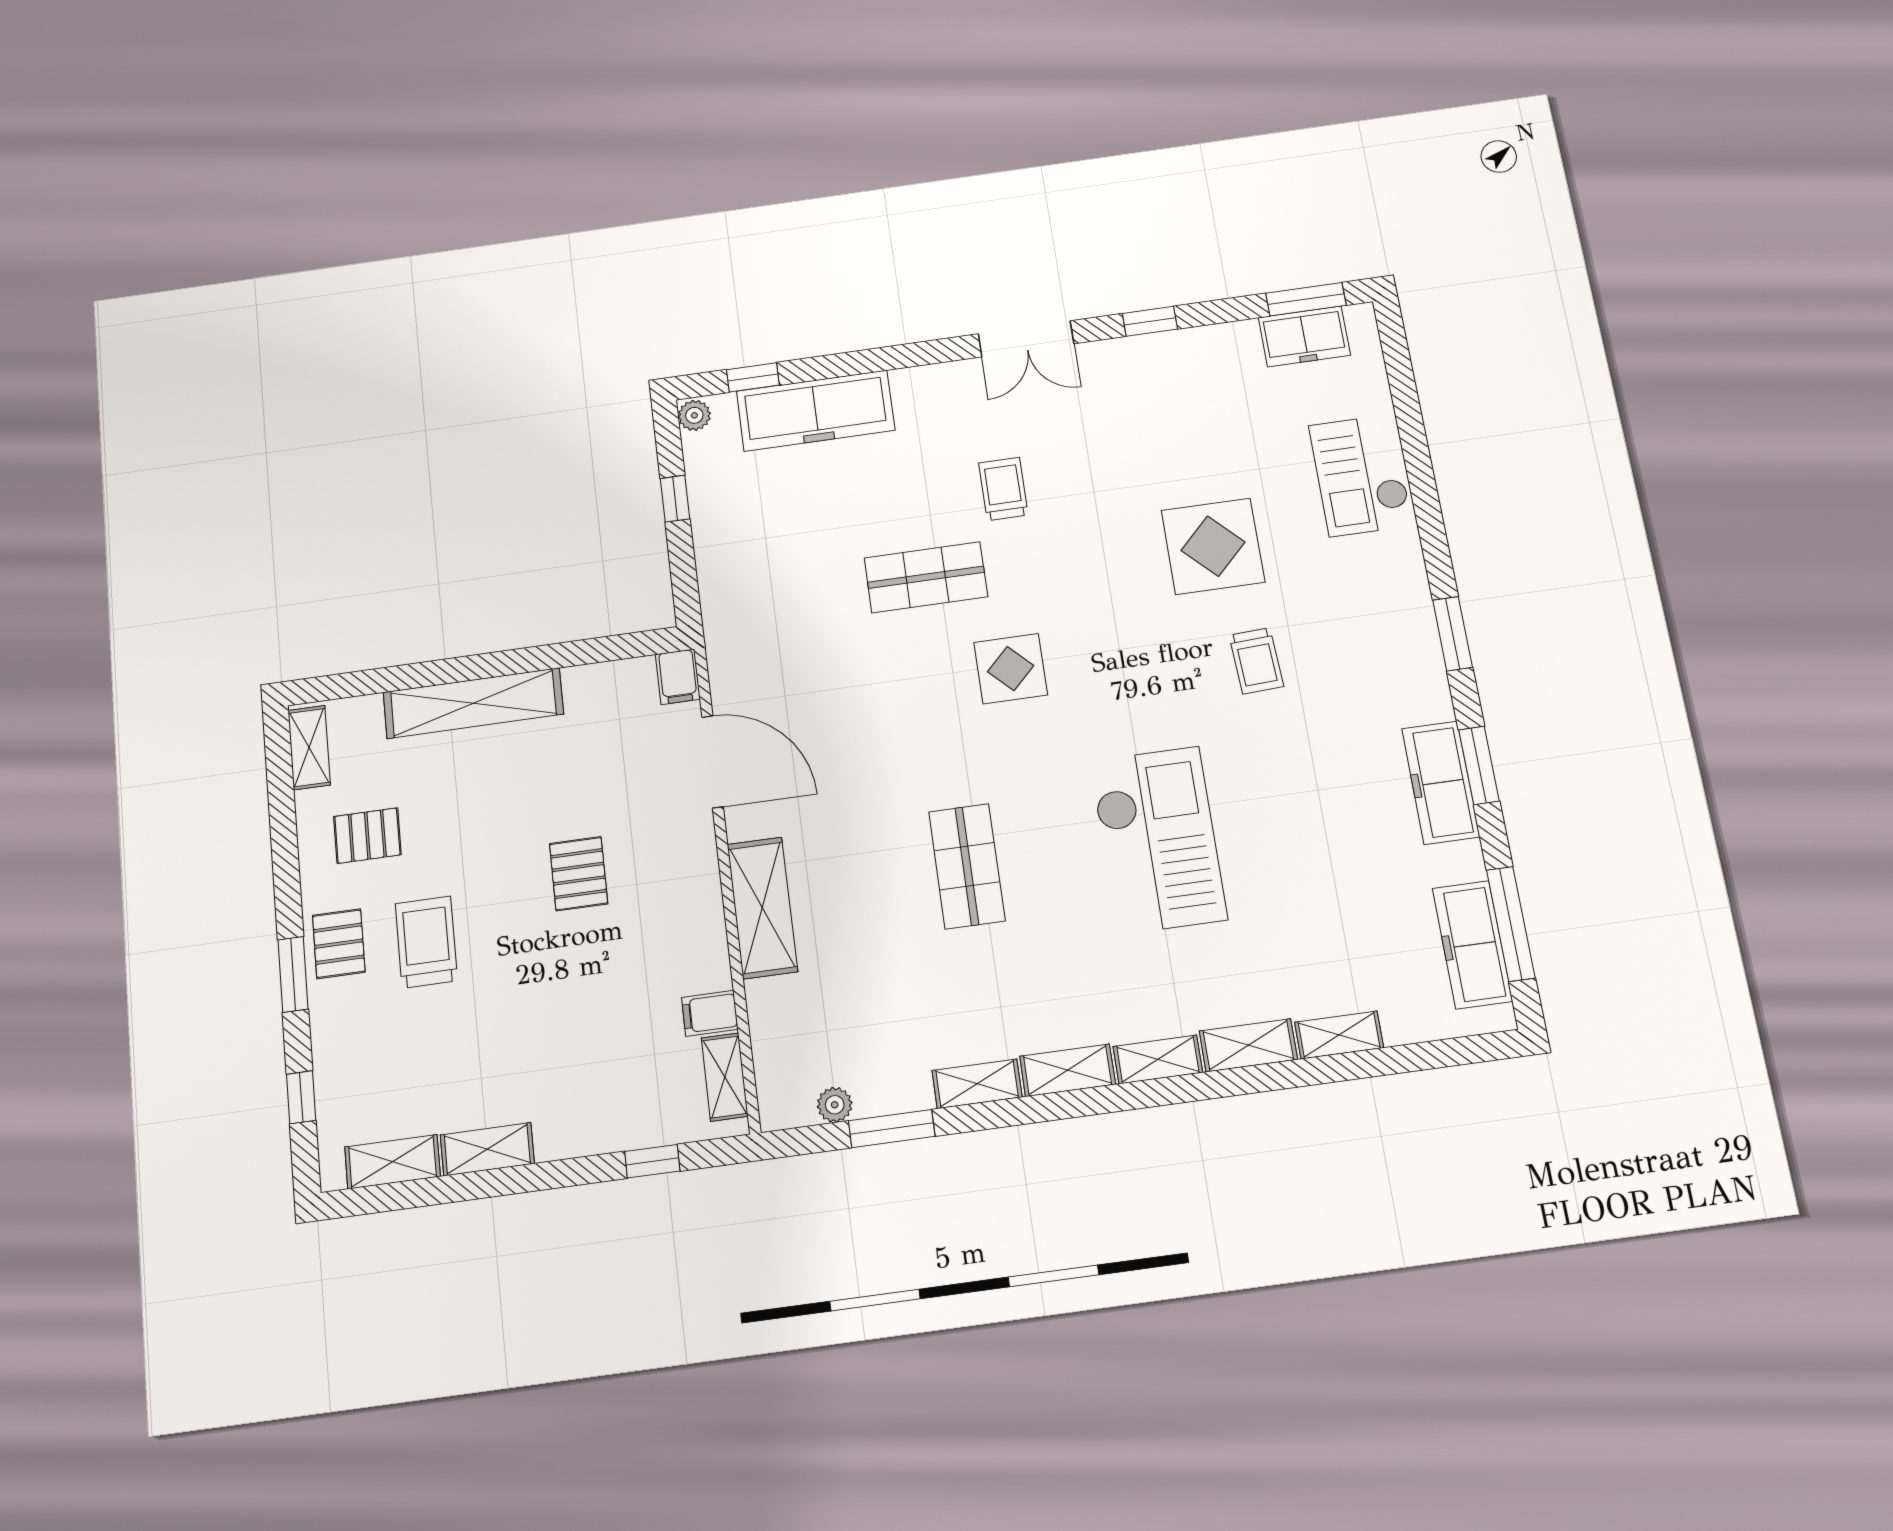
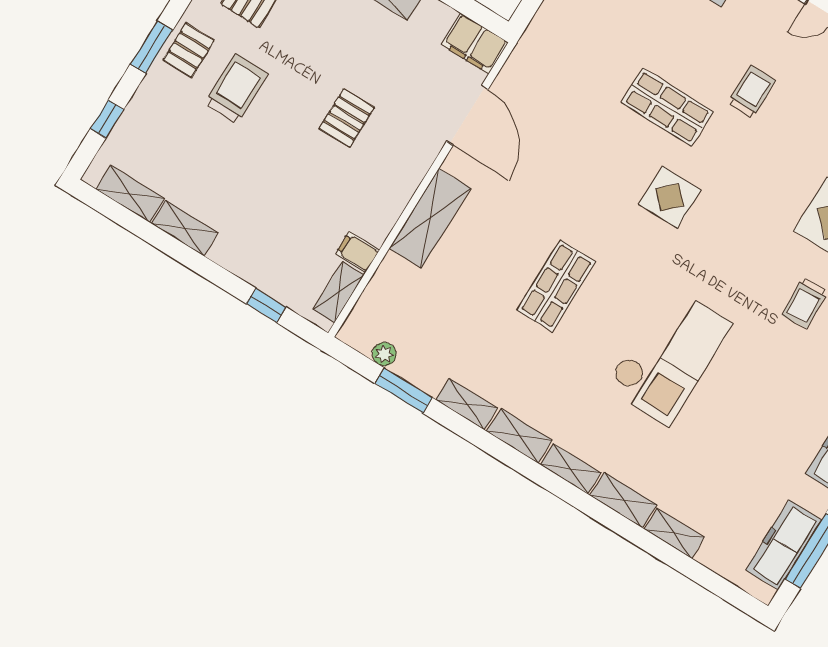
filing cabinet: (678, 677) -> (475, 44), width x2.00

